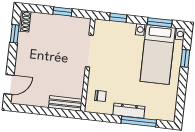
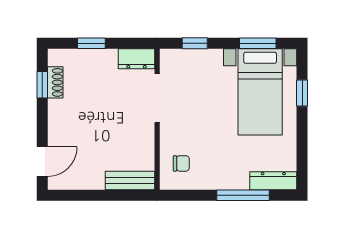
window: (62, 11) -> (91, 43), moved
shoe rack: (25, 21) -> (55, 82), moved
dresser: (79, 24) -> (136, 59), added
dresser: (129, 111) -> (273, 181), moved

